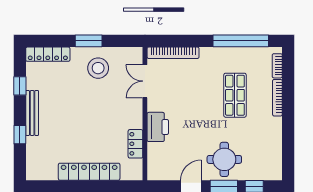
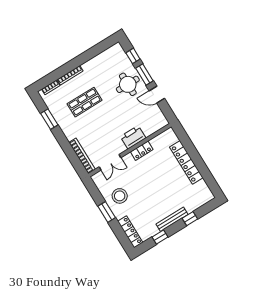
window: (241, 41) -> (49, 119), width x0.47
locker: (135, 144) -> (142, 151), moved

